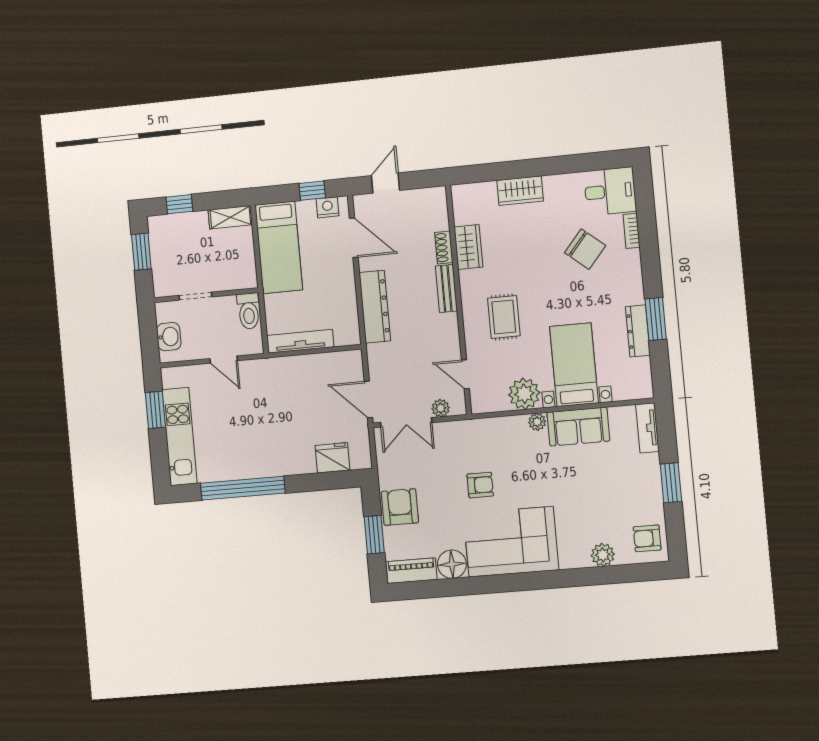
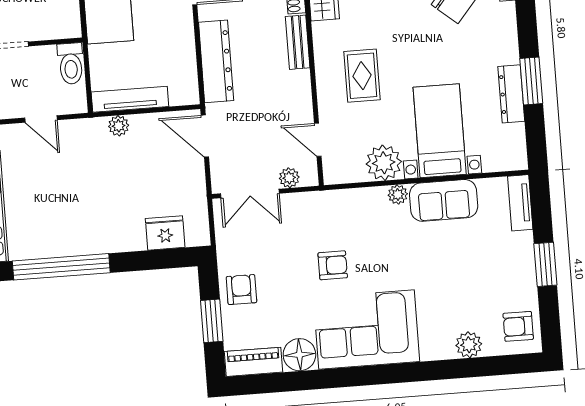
plant: (291, 365) -> (119, 126), added
door: (368, 399) -> (205, 136), moved
armchair: (400, 507) -> (241, 290), width x0.72, depth x0.72

